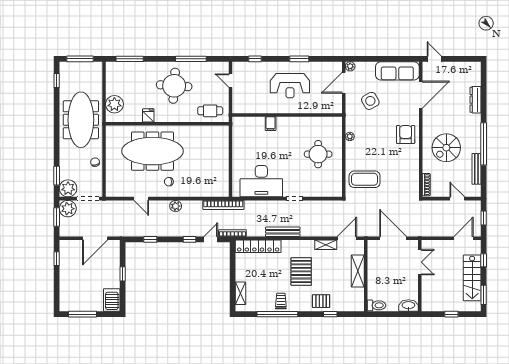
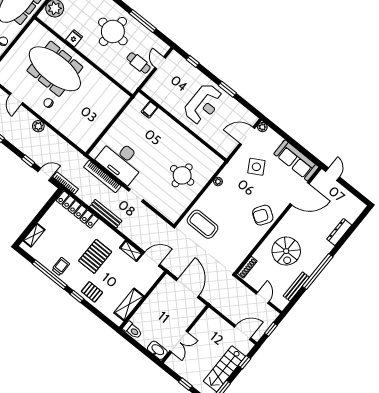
reception desk: (290, 86) -> (203, 104), turned -90
cafe table: (210, 111) -> (138, 63), moved
filing cabinet: (271, 124) -> (149, 110), moved
armchair: (406, 135) -> (263, 215), turned -147
spiral stairs: (446, 148) -> (286, 251), turned -90
bookcase: (223, 205) -> (102, 177), moved
double door: (420, 262) -> (179, 342), moved
shelving: (358, 271) -> (129, 304), moved
window: (330, 314) -> (77, 297), moved

